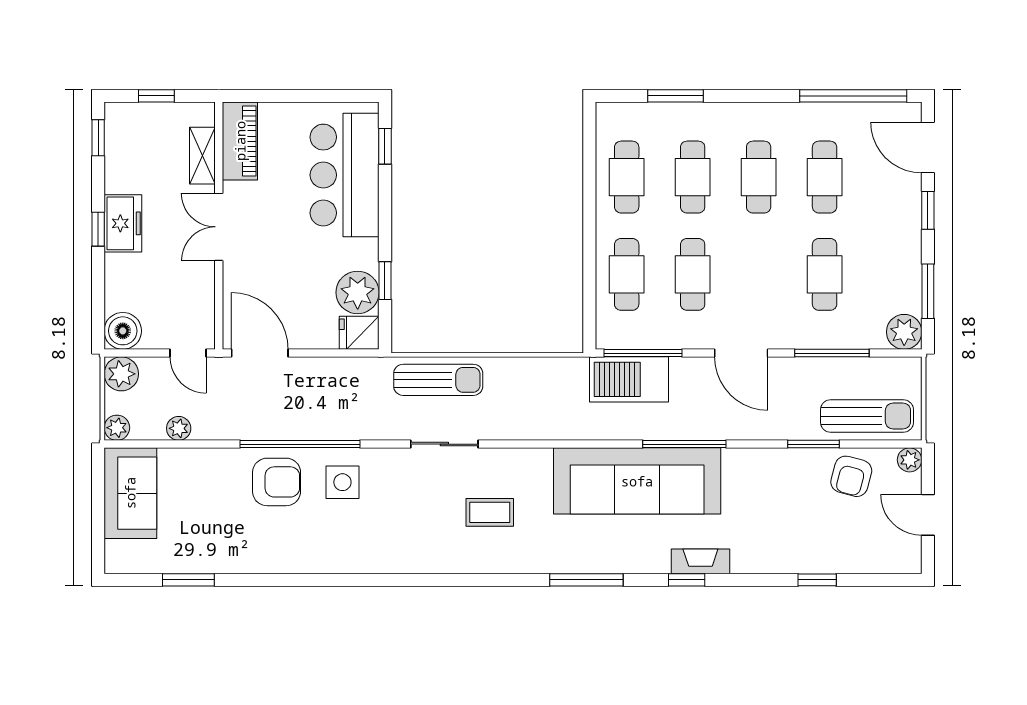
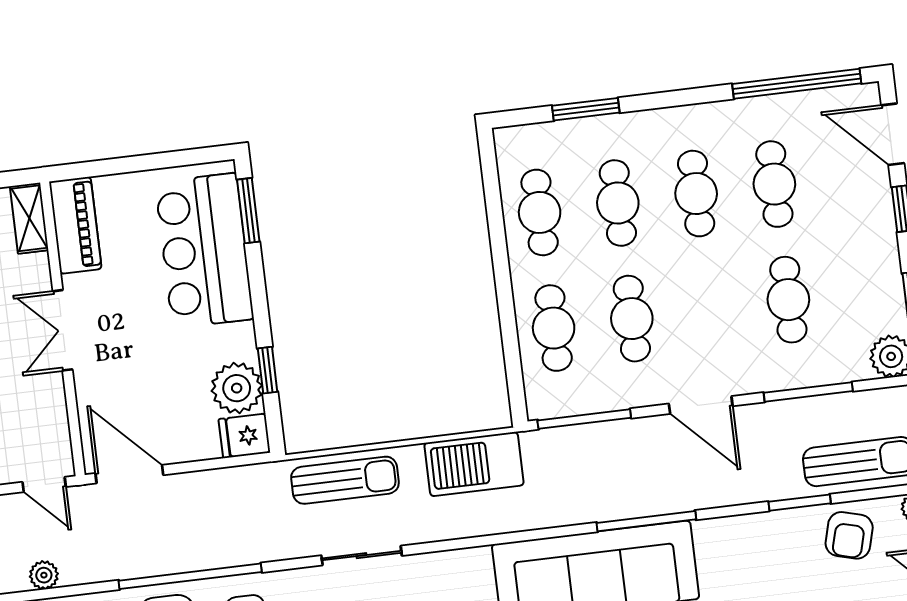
window: (385, 146) -> (248, 211), width x1.50
shelving: (202, 156) -> (29, 218), moved
barbecue: (629, 379) -> (474, 464), moved

